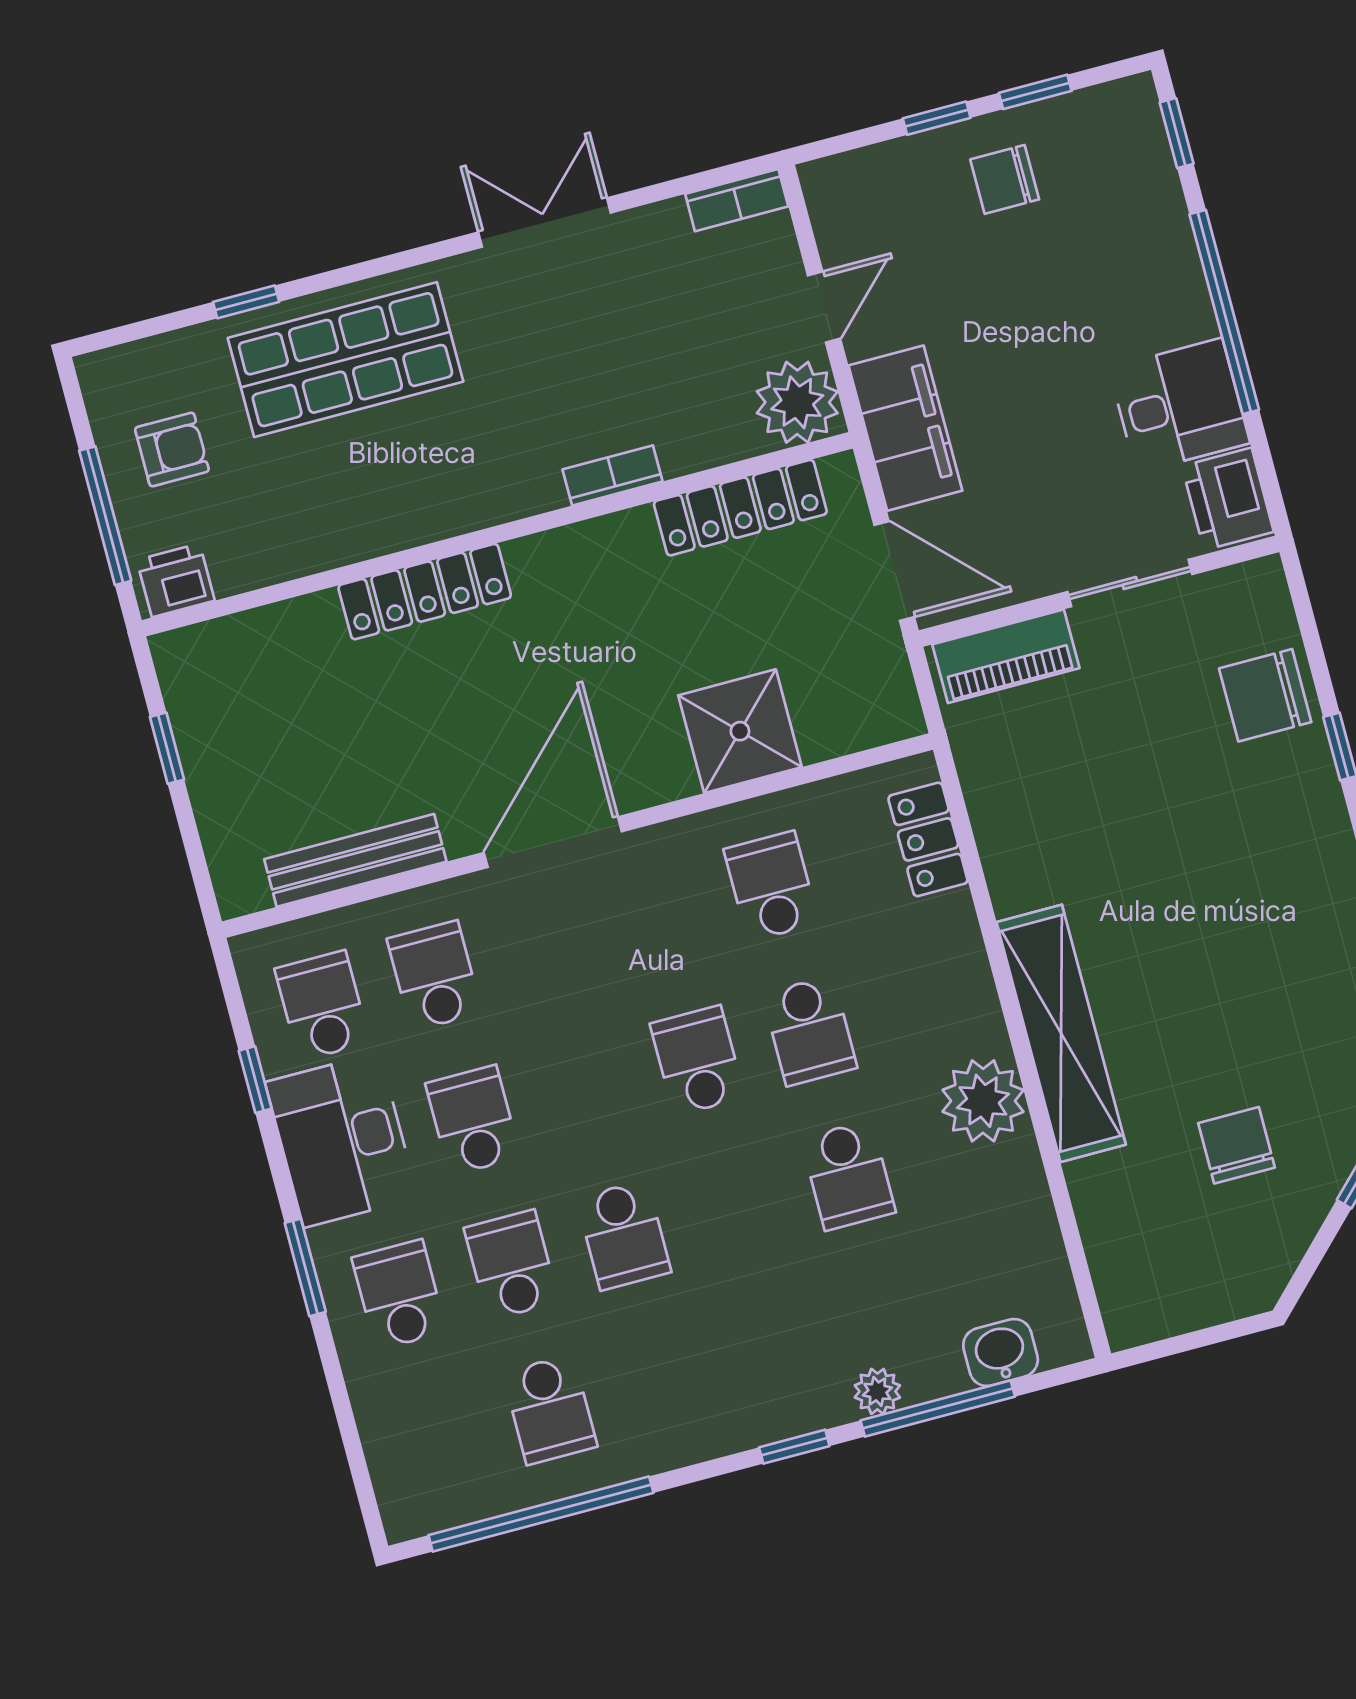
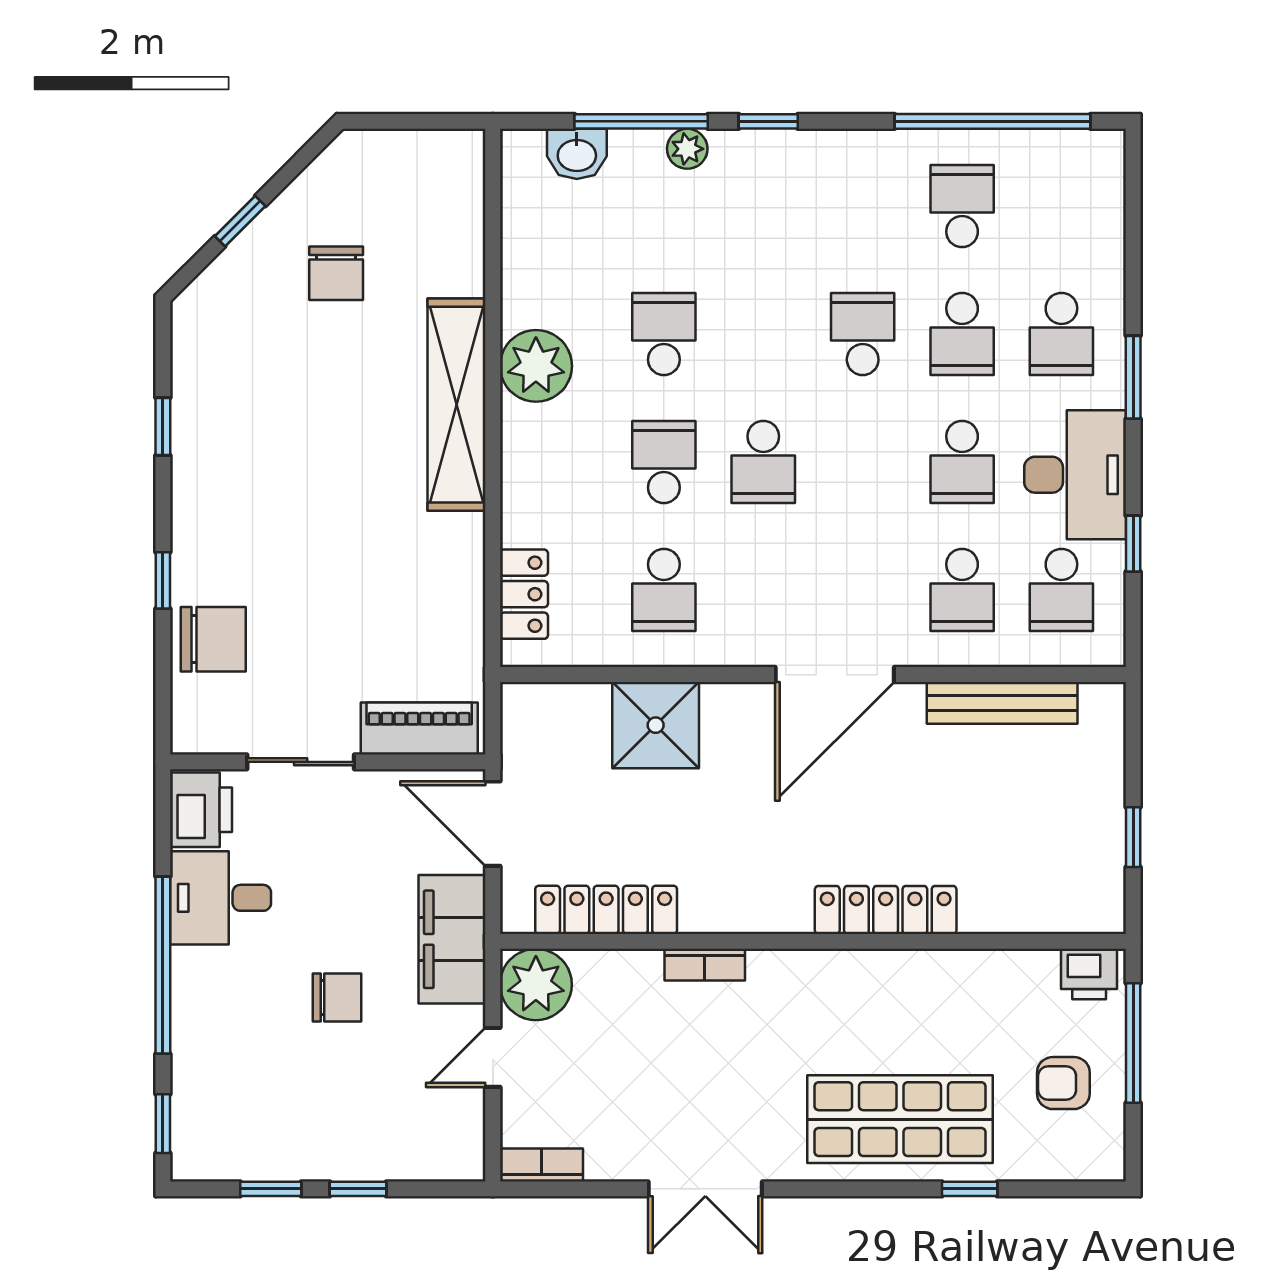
chair: (1005, 179) -> (337, 998), moved

